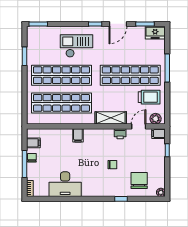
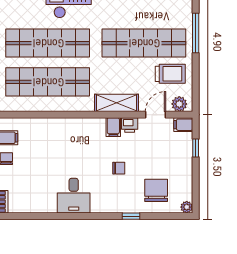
filing cabinet: (78, 135) -> (113, 127), moved
desk: (65, 184) -> (74, 196), moved, width x0.73

